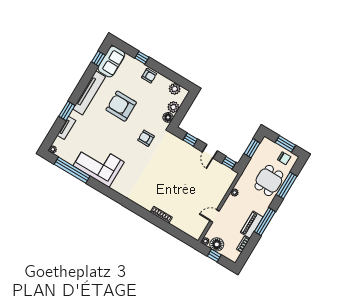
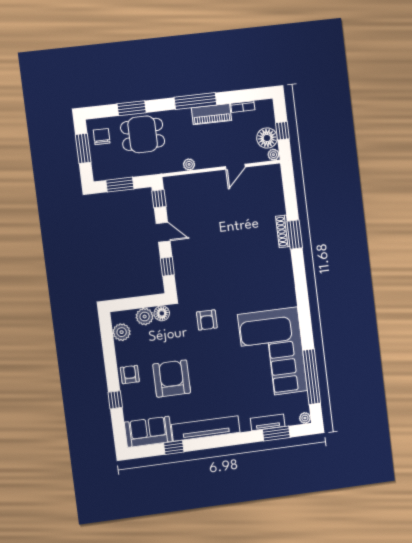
window: (98, 59) -> (174, 447), moved
armchair: (121, 106) -> (172, 379), moved, turned 180
window: (67, 111) -> (276, 434), moved
door: (210, 151) -> (163, 232), hinge flipped
corner sofa: (99, 164) -> (272, 353), width x1.36, depth x1.36
window: (287, 185) -> (132, 108), width x0.69
door: (215, 216) -> (235, 167), hinge flipped
window: (155, 220) -> (295, 235), added

